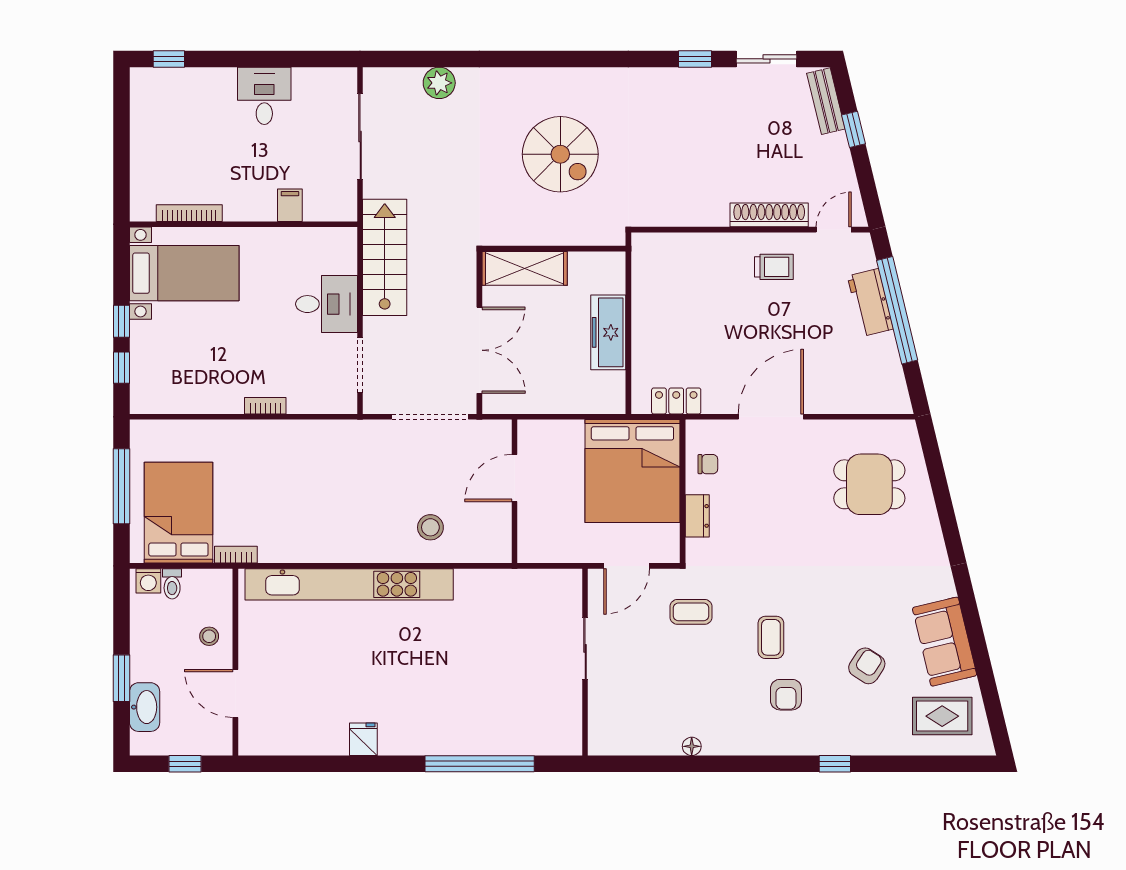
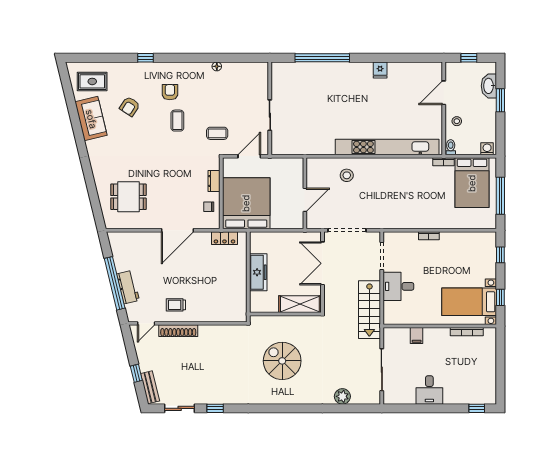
window: (121, 321) -> (500, 297), moved
toilet: (172, 584) -> (451, 147), moved
door: (235, 693) -> (444, 93), swing flipped

